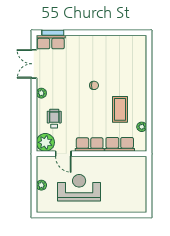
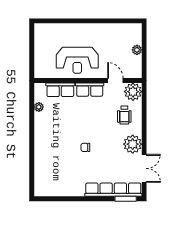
row of seats: (51, 42) -> (113, 190), width x2.02
plant: (41, 93) -> (133, 144), width x1.88, depth x1.88
coffee table: (120, 109) -> (60, 124), removed
reception desk: (79, 188) -> (77, 60), moved

